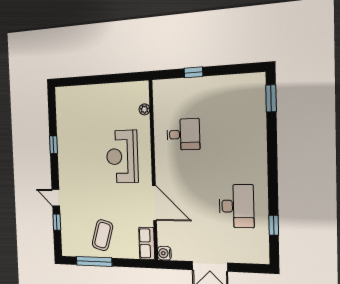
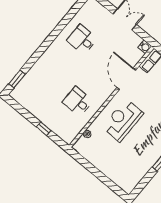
reception desk: (122, 156) -> (123, 120), turned 180
desk: (236, 206) -> (82, 39), width x0.73
window: (274, 225) -> (71, 14), removed

